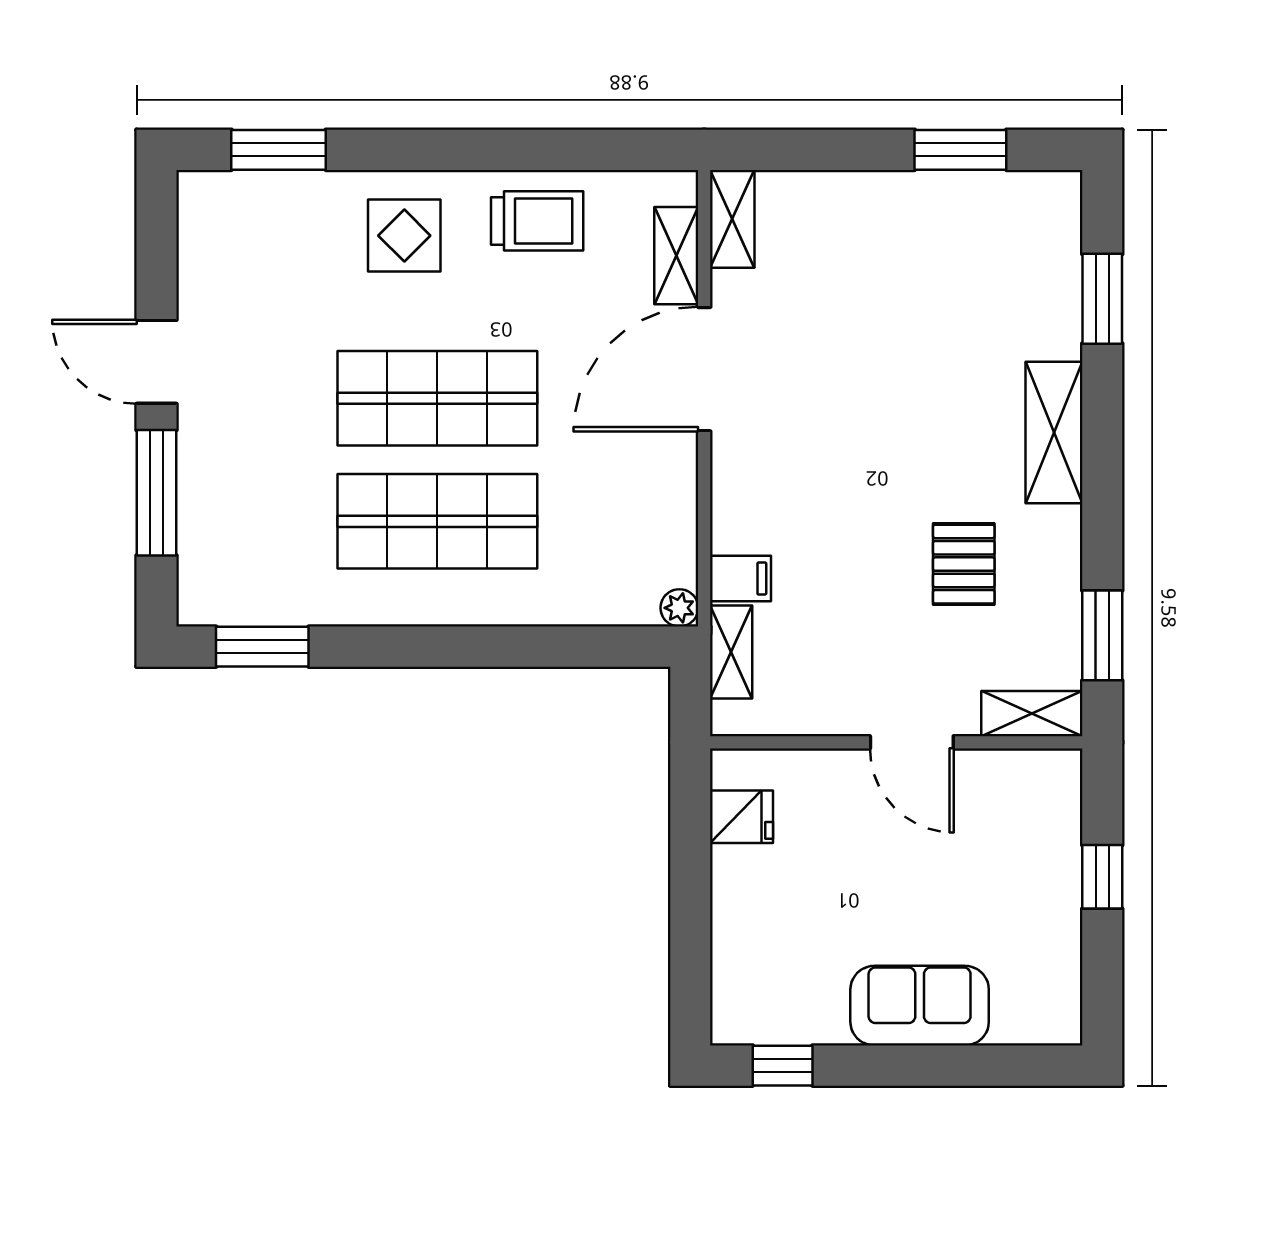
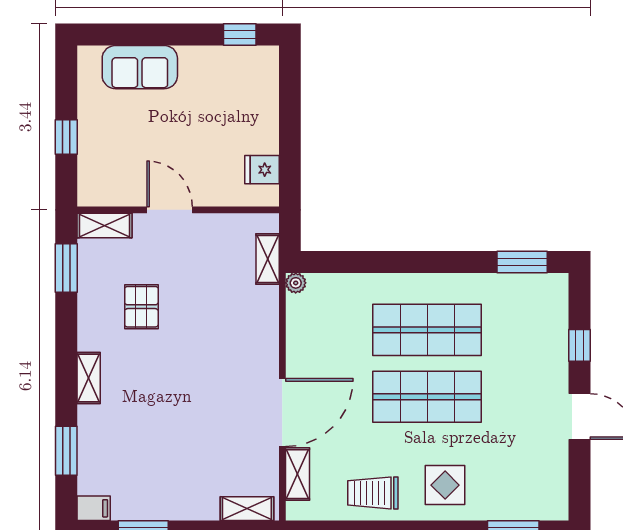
shelving: (732, 219) -> (247, 509), moved, turned 90
shelving: (1054, 433) -> (89, 378), width x0.67, depth x0.75
window: (157, 493) -> (579, 345), width x0.46
filing cabinet: (741, 578) -> (94, 508), moved, turned 180
sofa: (920, 1006) -> (140, 67), moved

